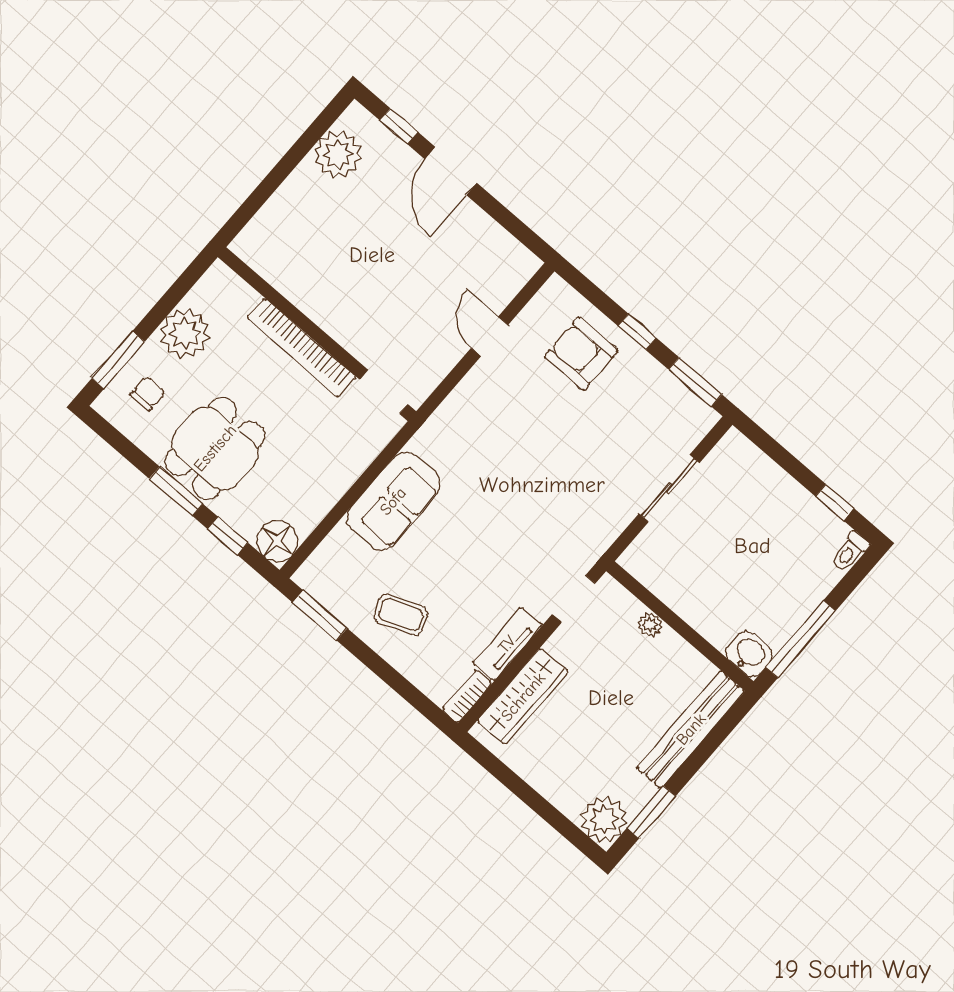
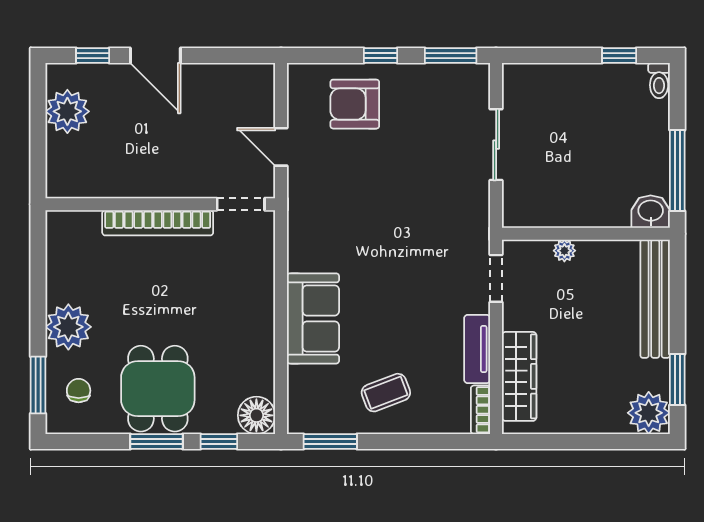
wall: (317, 334) -> (160, 204), moved
bookcase: (302, 348) -> (158, 223), moved
doorway: (384, 392) -> (241, 204), moved

